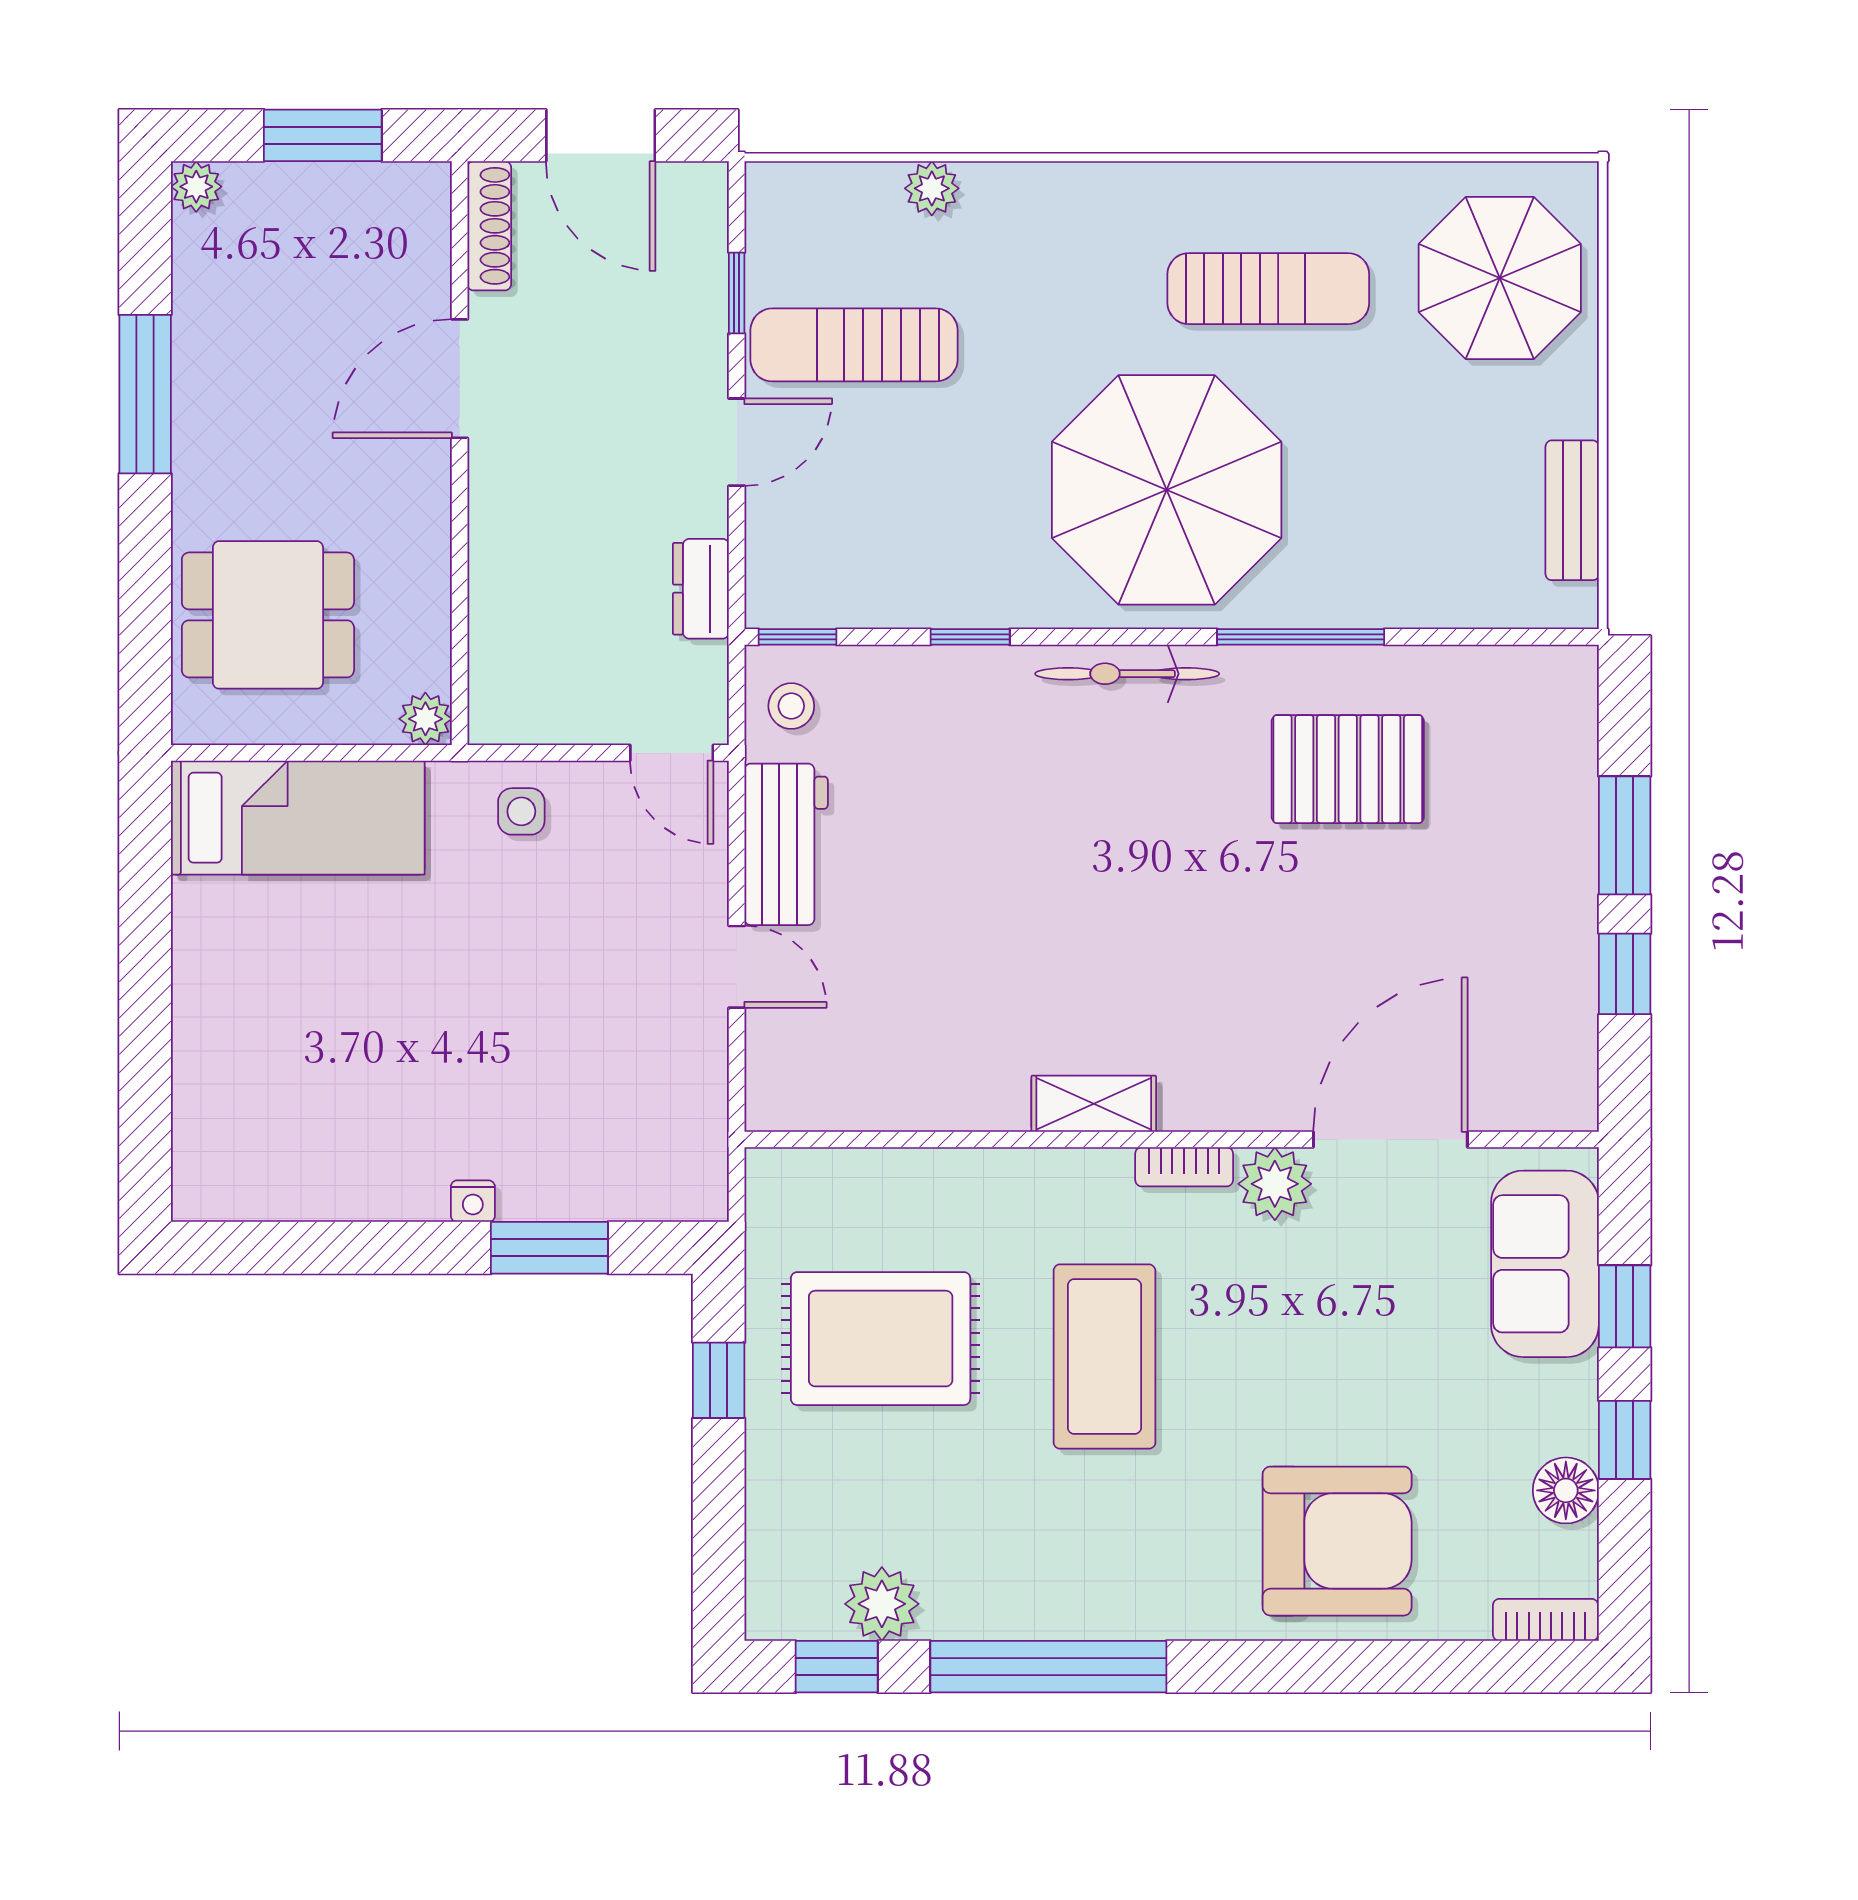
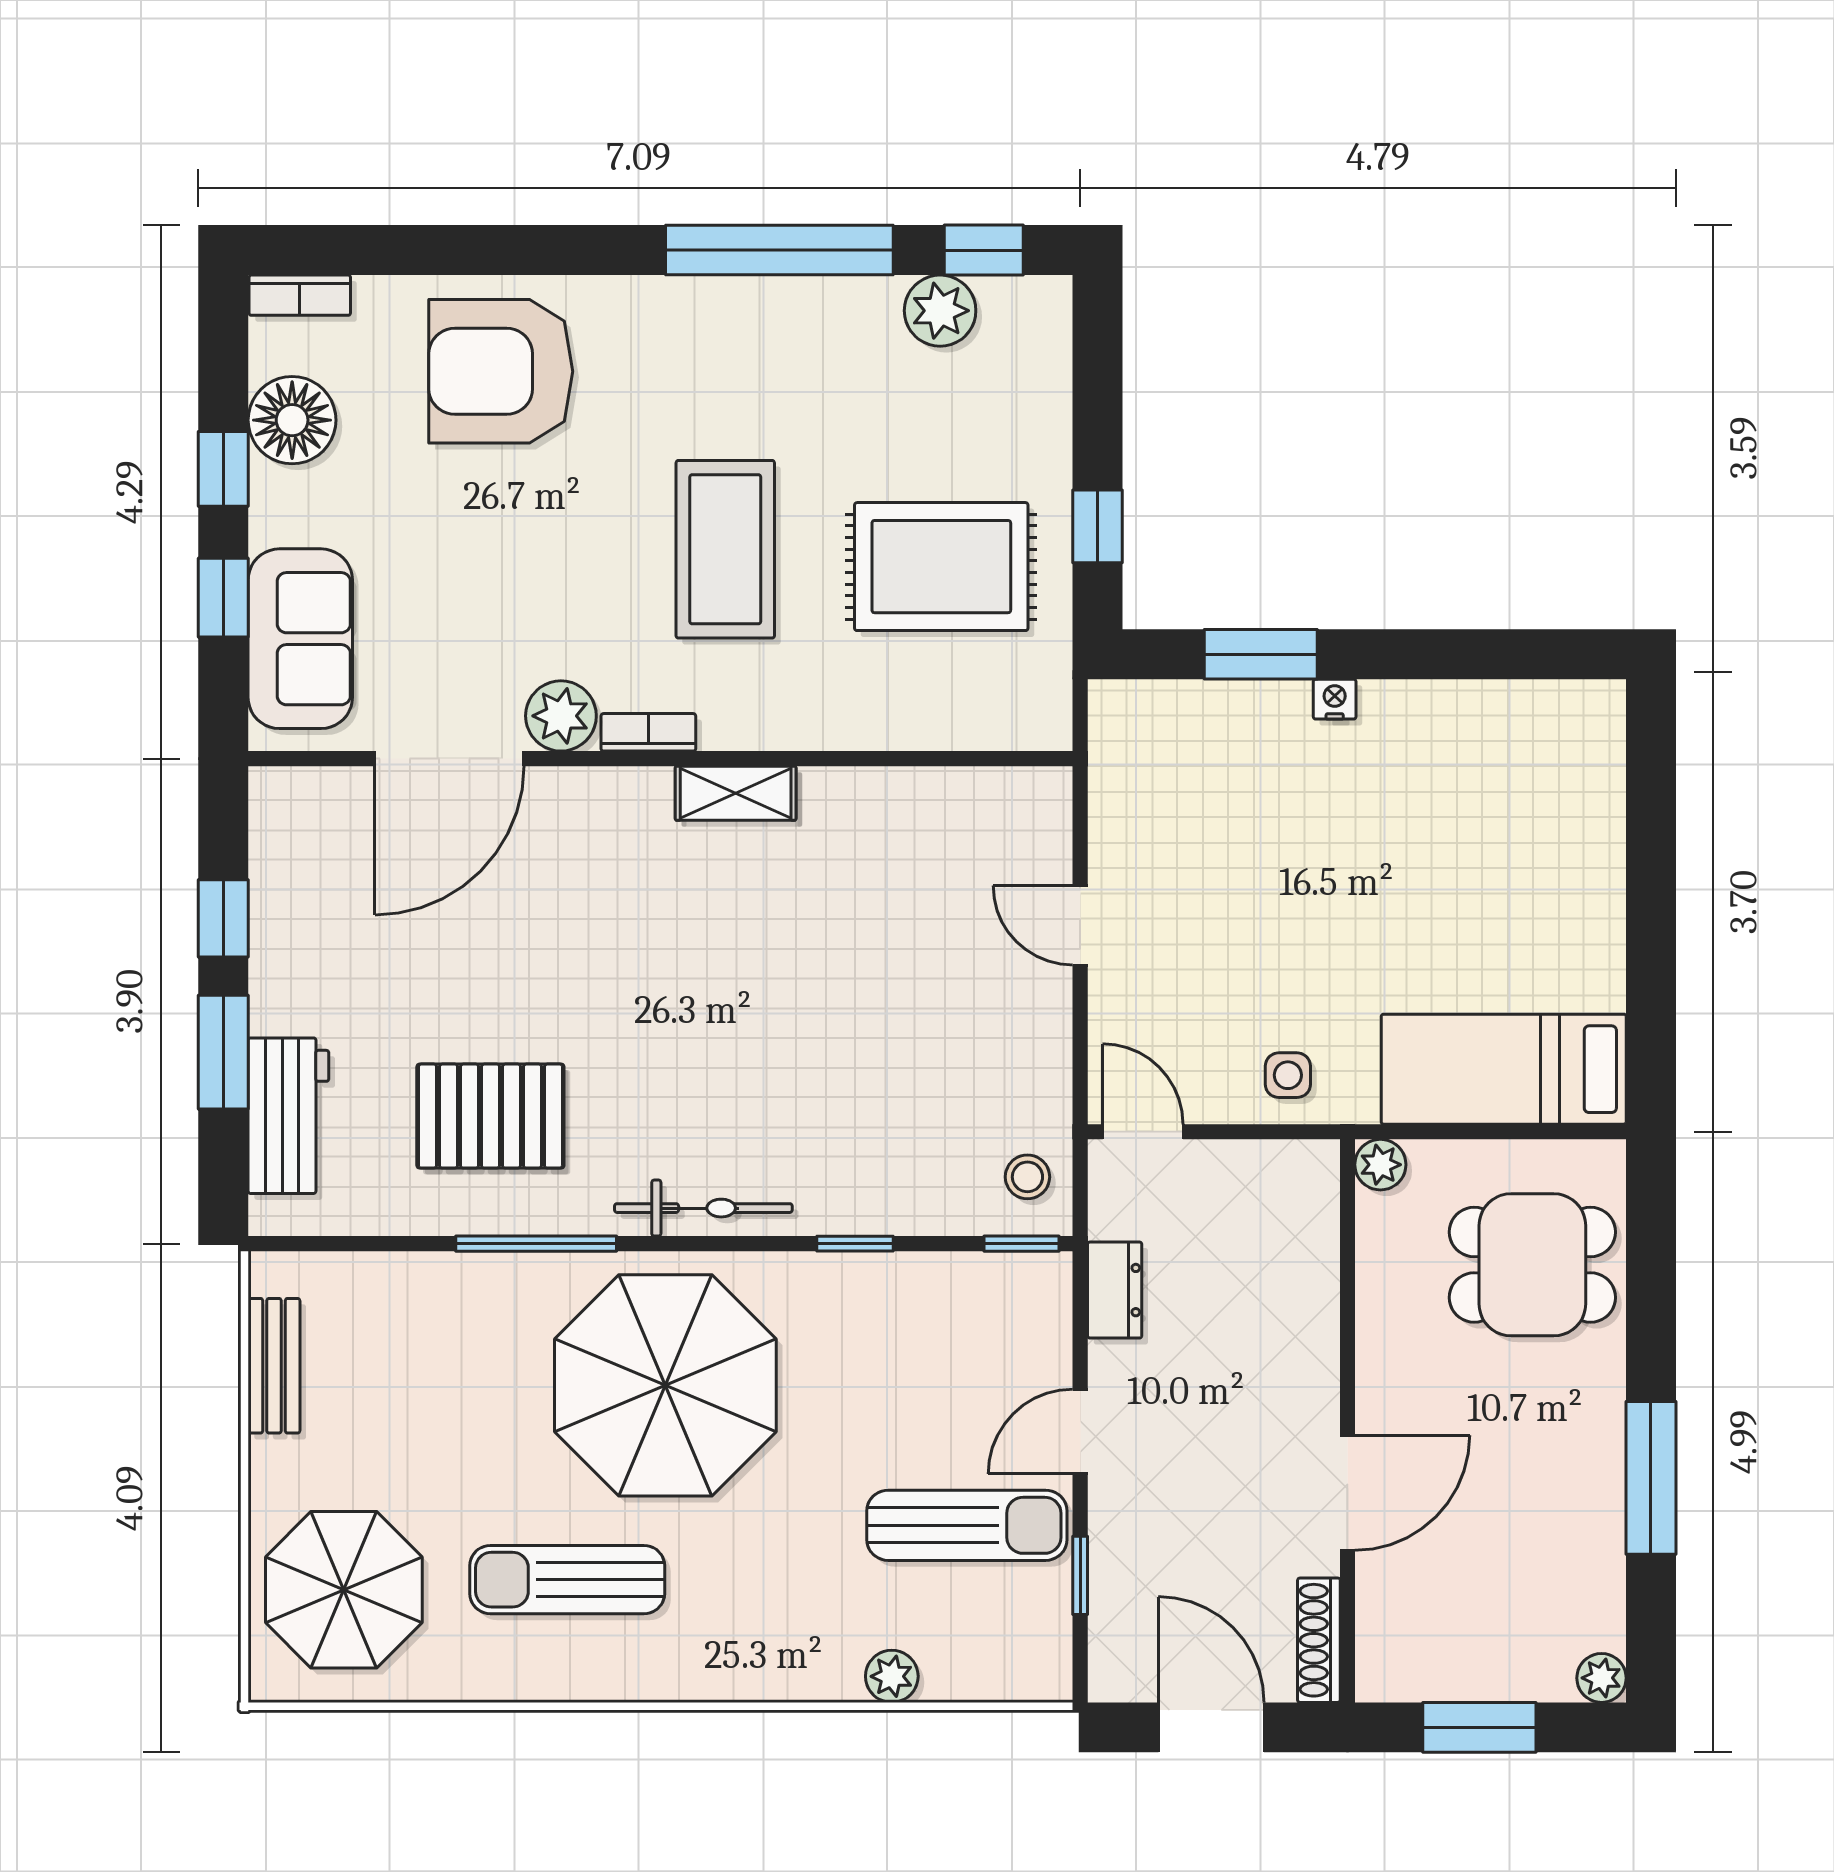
workbench: (786, 844) -> (288, 1116), moved, turned 180
floor lamp: (1566, 1490) -> (292, 420), width x1.38, depth x1.38

